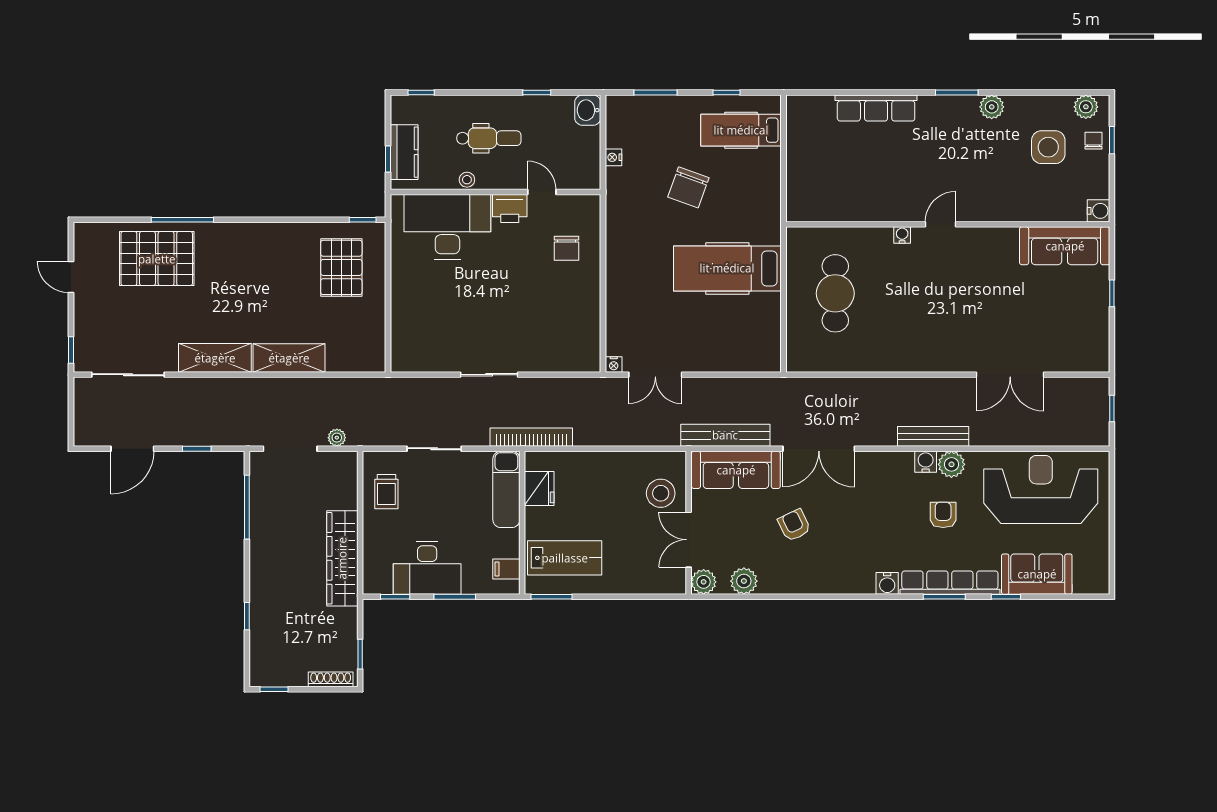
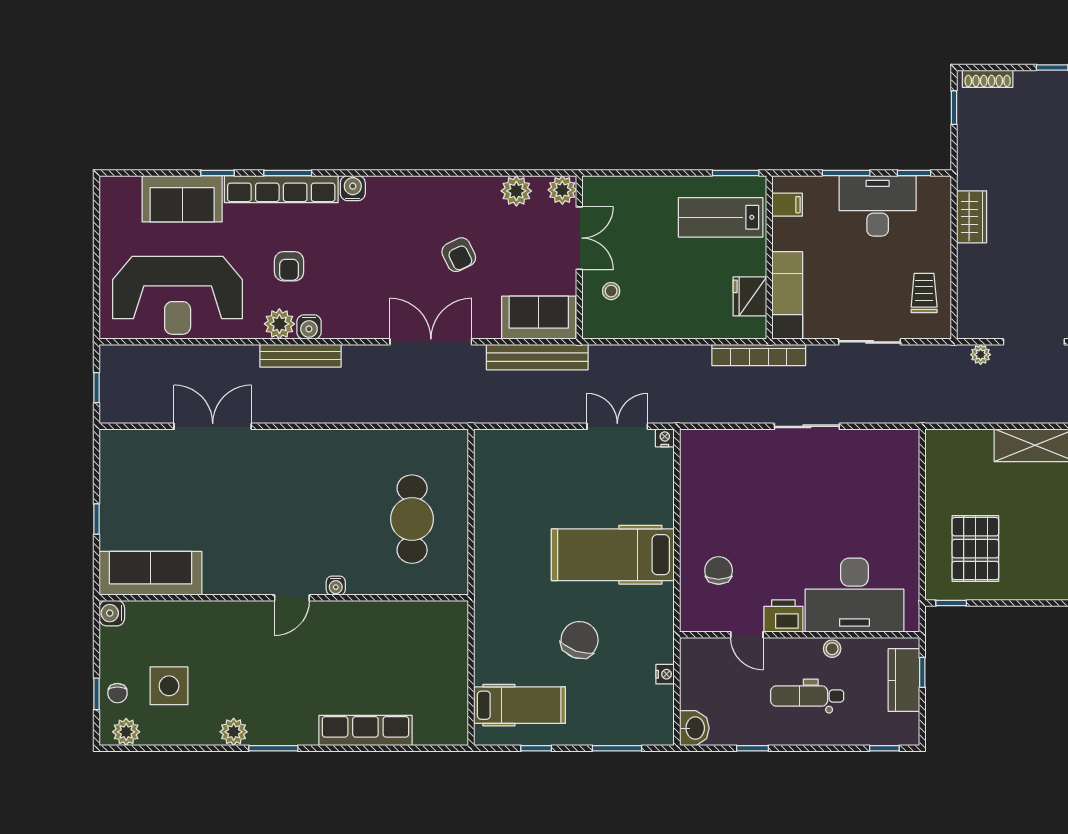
hospital bed: (727, 268) -> (613, 555), moved, turned 180
sofa: (736, 470) -> (539, 318), width x0.73
stool: (661, 493) -> (611, 291), width x0.53, depth x0.53
wardrobe: (342, 558) -> (972, 217), width x0.48, depth x0.85

